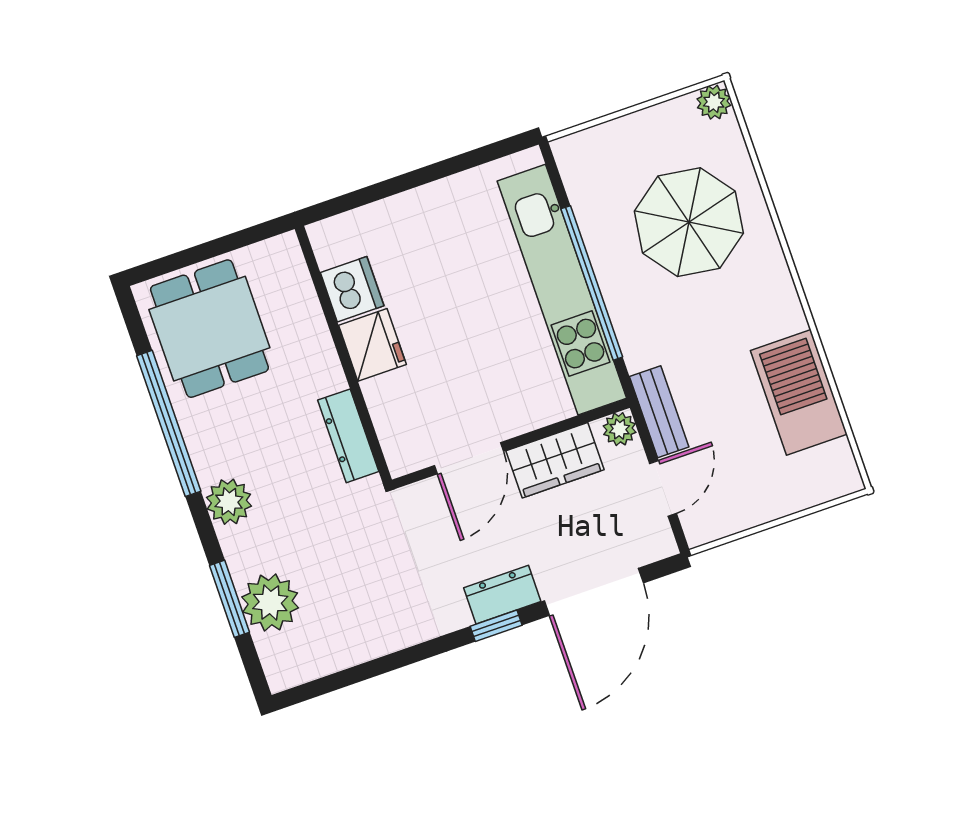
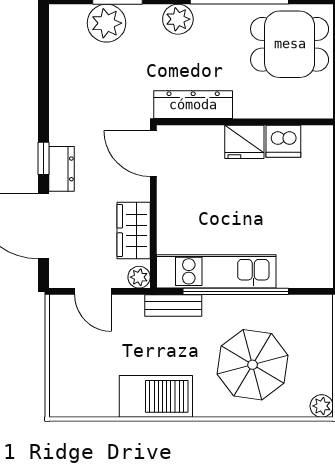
kitchen unit: (562, 290) -> (216, 271), width x0.73
barbecue: (799, 392) -> (156, 396), moved
bench: (659, 412) -> (173, 305), moved
dresser: (348, 436) -> (193, 105), width x1.37, depth x1.24
door: (469, 458) -> (153, 154), moved

